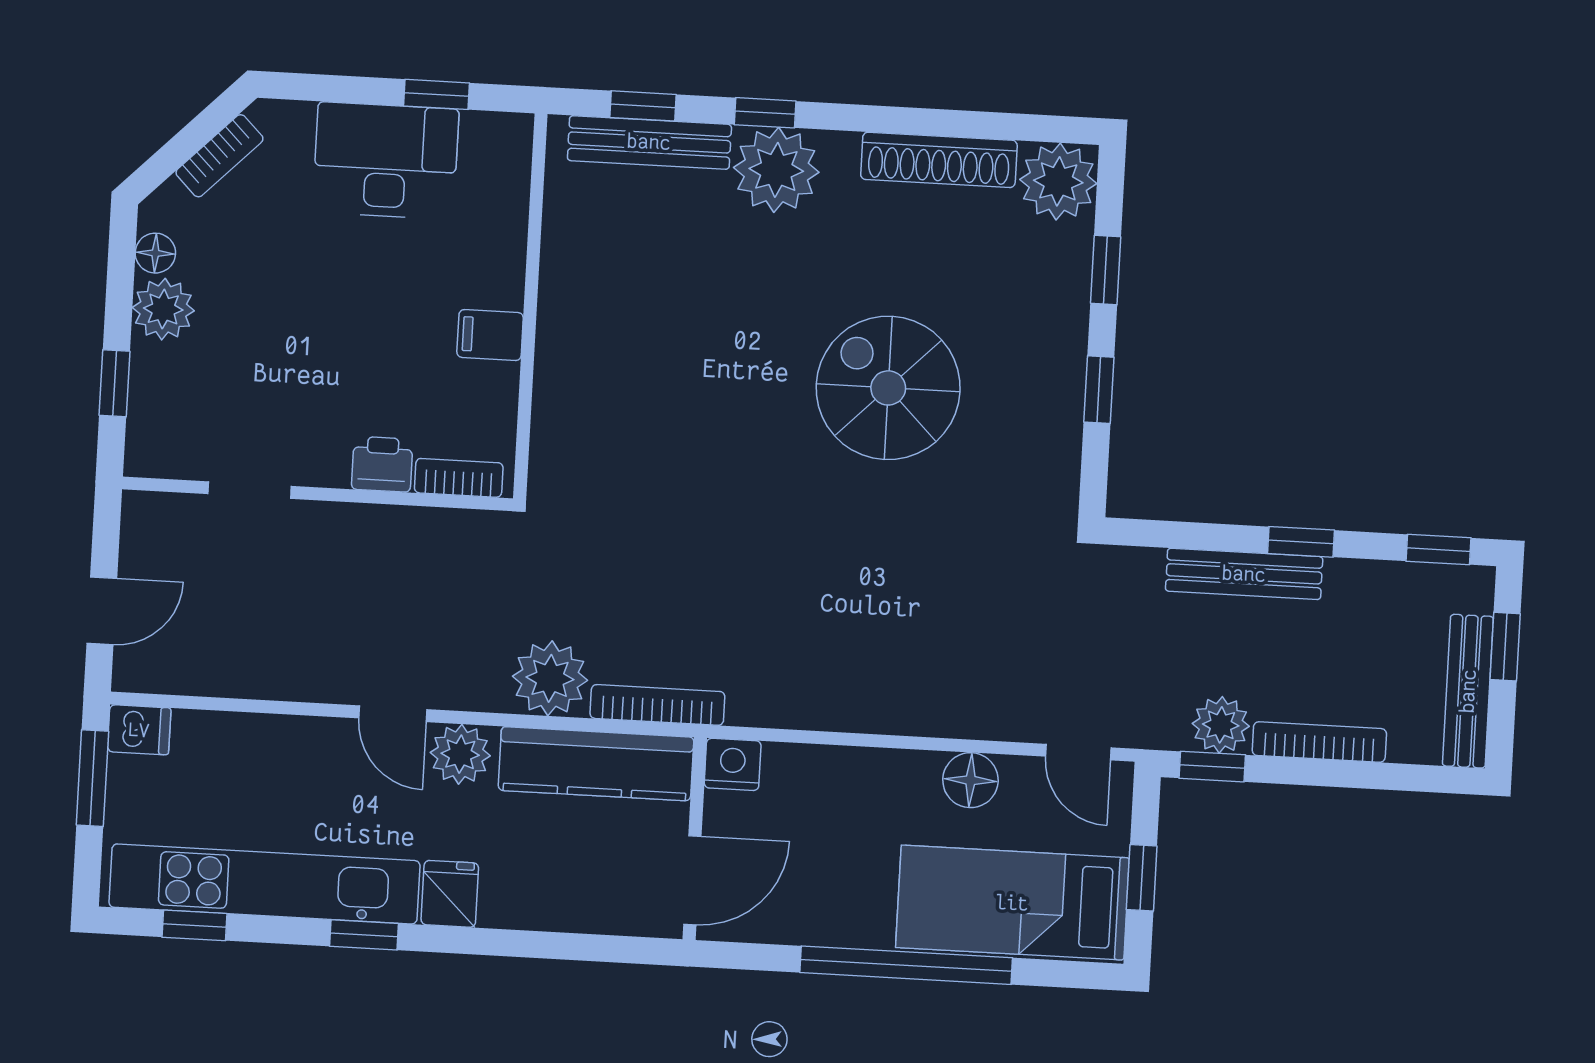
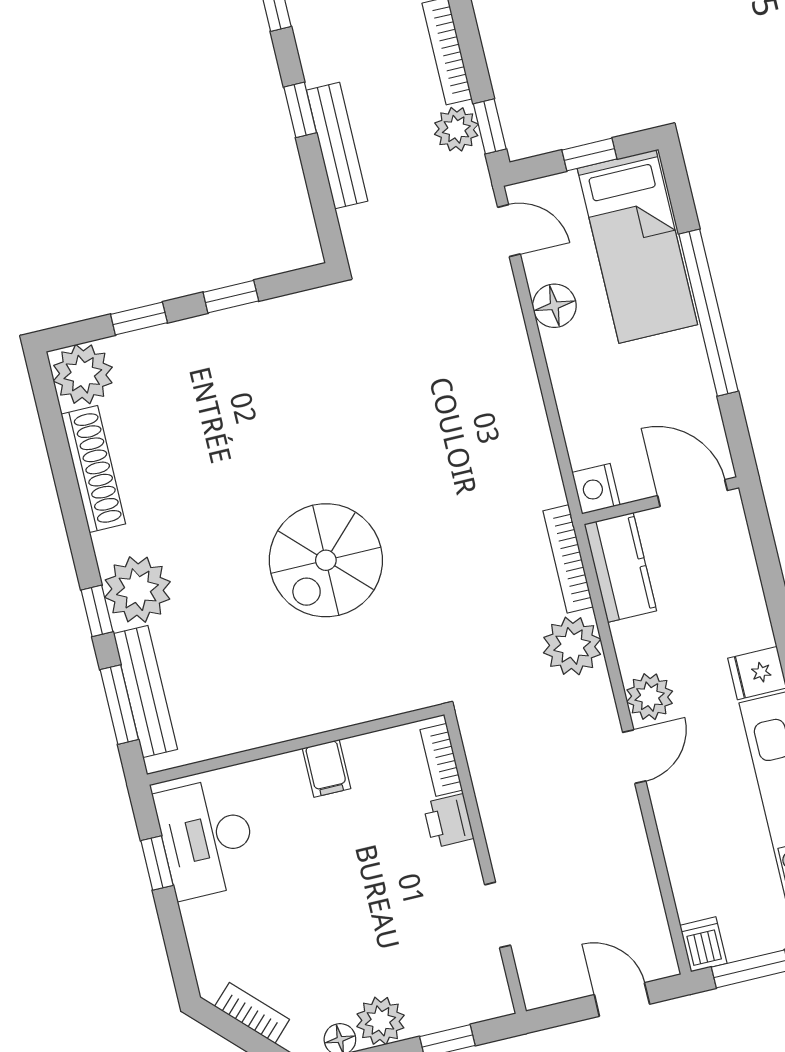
window: (643, 106) -> (119, 705), width x1.50
desk: (386, 160) -> (207, 838), moved
spiral stairs: (888, 388) -> (326, 560), moved
door: (1078, 752) -> (509, 231), hinge flipped
kitchen counter: (596, 764) -> (620, 567), width x0.67

